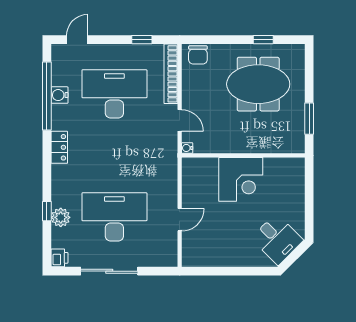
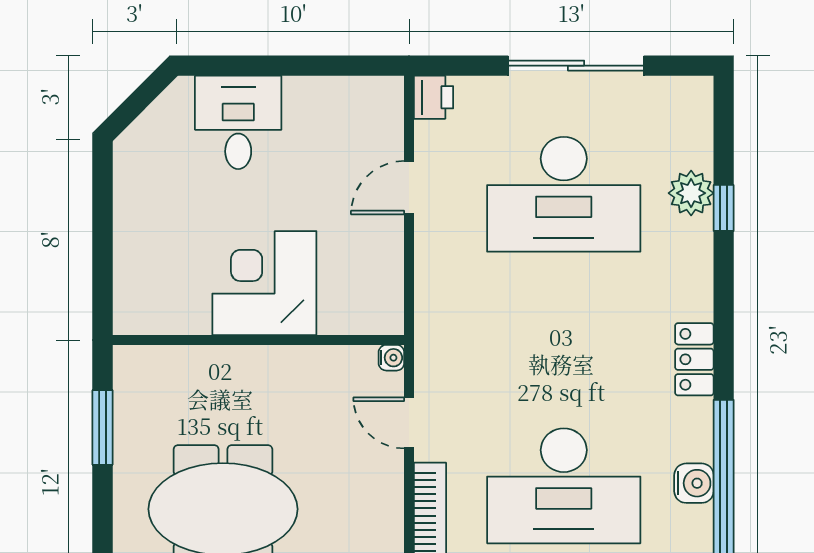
desk: (277, 239) -> (238, 122), moved, turned 45
printer: (59, 258) -> (434, 97), moved, turned 180

